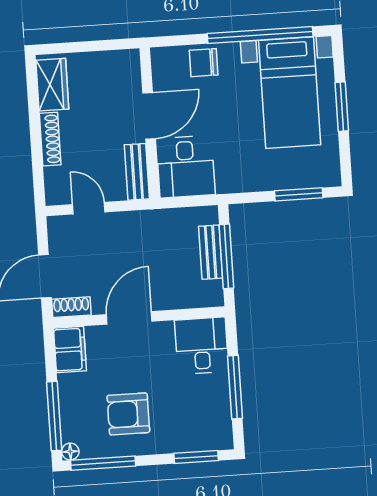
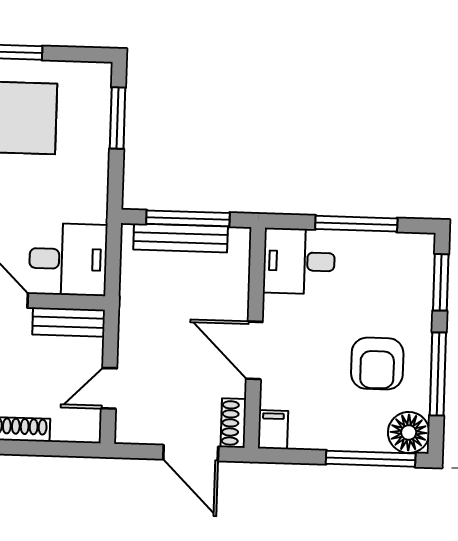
bench: (211, 252) -> (181, 238), width x1.36
filing cabinet: (70, 349) -> (273, 430), width x0.50
floor lamp: (70, 452) -> (409, 432), width x1.89, depth x1.89
window: (103, 463) -> (438, 374), moved

